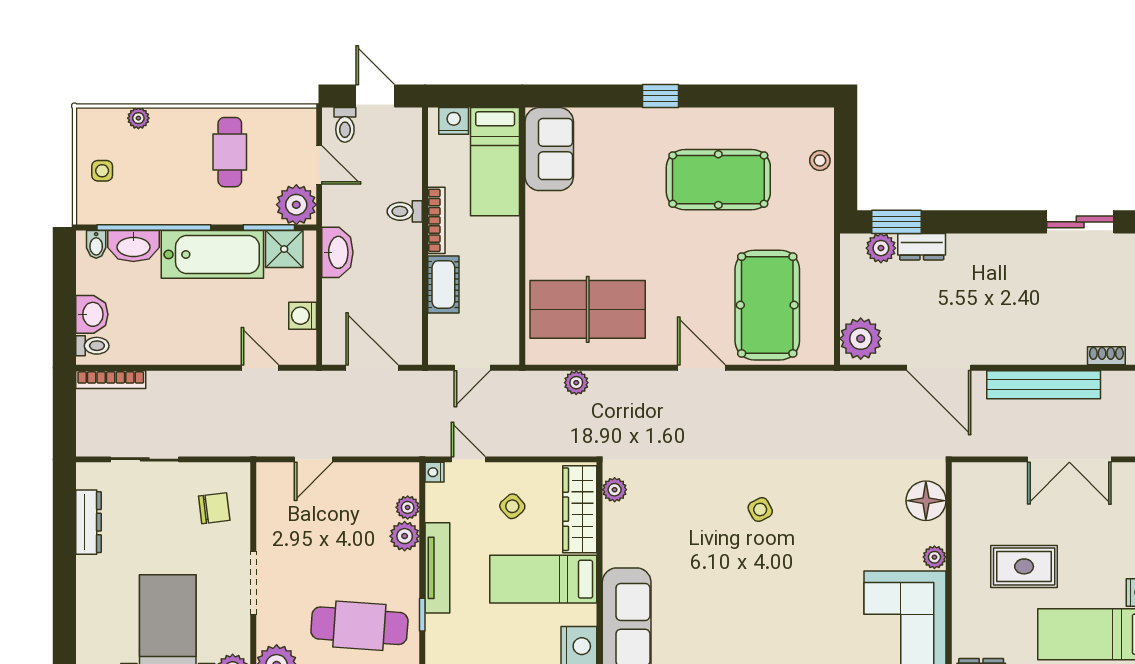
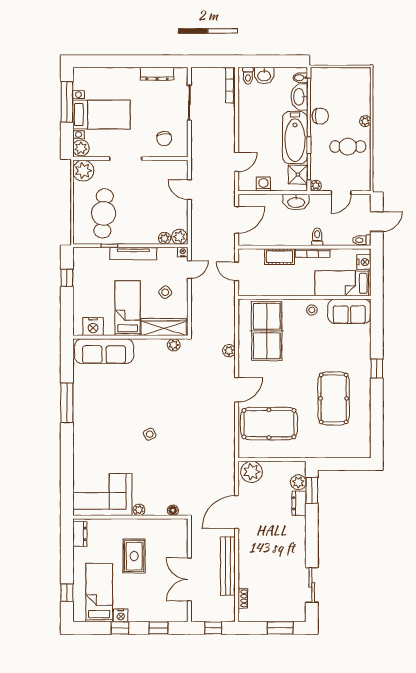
plant: (138, 118) -> (365, 121), moved
toilet: (345, 125) -> (362, 240), moved
stool: (820, 160) -> (312, 310), moved
side table: (102, 171) -> (338, 81), removed
chair: (171, 205) -> (320, 116), added
plant: (296, 205) -> (316, 186), width x0.53, depth x0.53
plant: (576, 383) -> (229, 351), moved
floor lamp: (926, 501) -> (173, 510), width x0.53, depth x0.53
side table: (760, 510) -> (150, 434), moved
plant: (405, 536) -> (179, 237), moved

